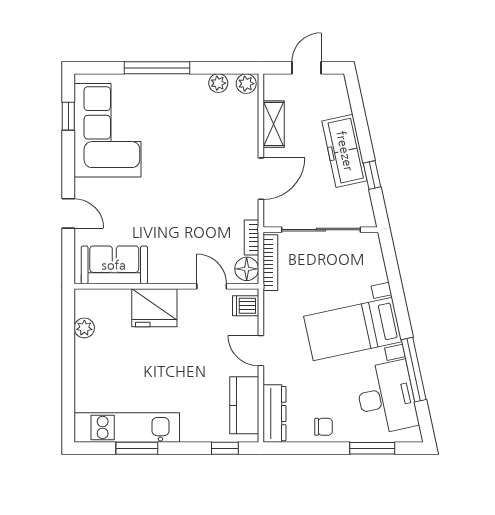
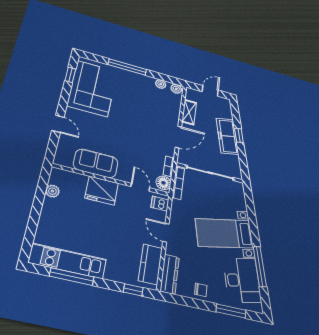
window: (372, 175) -> (239, 135), moved
sofa: (114, 265) -> (96, 163), moved
window: (137, 448) -> (72, 277), width x1.44

